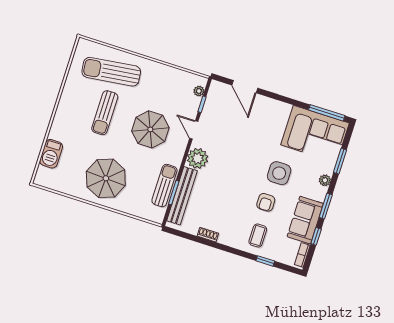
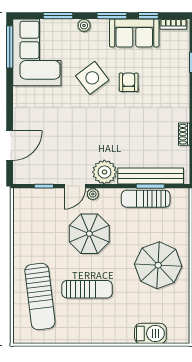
plant: (199, 91) -> (93, 194), moved
side table: (279, 173) -> (92, 78), turned -37
armchair: (266, 202) -> (129, 82), turned -90
coffee table: (258, 236) -> (168, 79), removed

